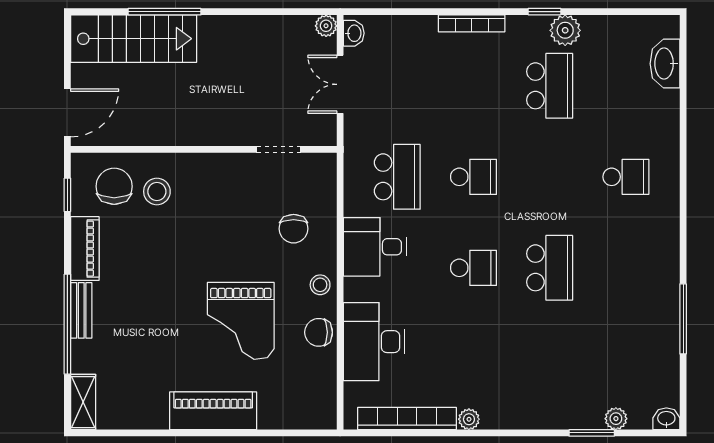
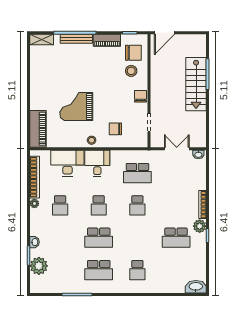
plant: (326, 26) -> (202, 143), removed
plant: (565, 30) -> (200, 226), moved
stairs: (134, 39) -> (196, 84), moved
washbasin: (665, 64) -> (196, 287), moved
door: (67, 113) -> (165, 33), hinge flipped
desk: (375, 247) -> (97, 163), moved
school desk: (626, 268) -> (99, 270), added
bench: (81, 310) -> (76, 39), width x1.36
chair: (319, 332) -> (141, 96), moved
school desk: (473, 359) -> (60, 205), added
piano: (213, 411) -> (38, 129), moved
plant: (616, 419) -> (39, 266), width x1.88, depth x1.88
washbasin: (666, 419) -> (35, 242), moved

